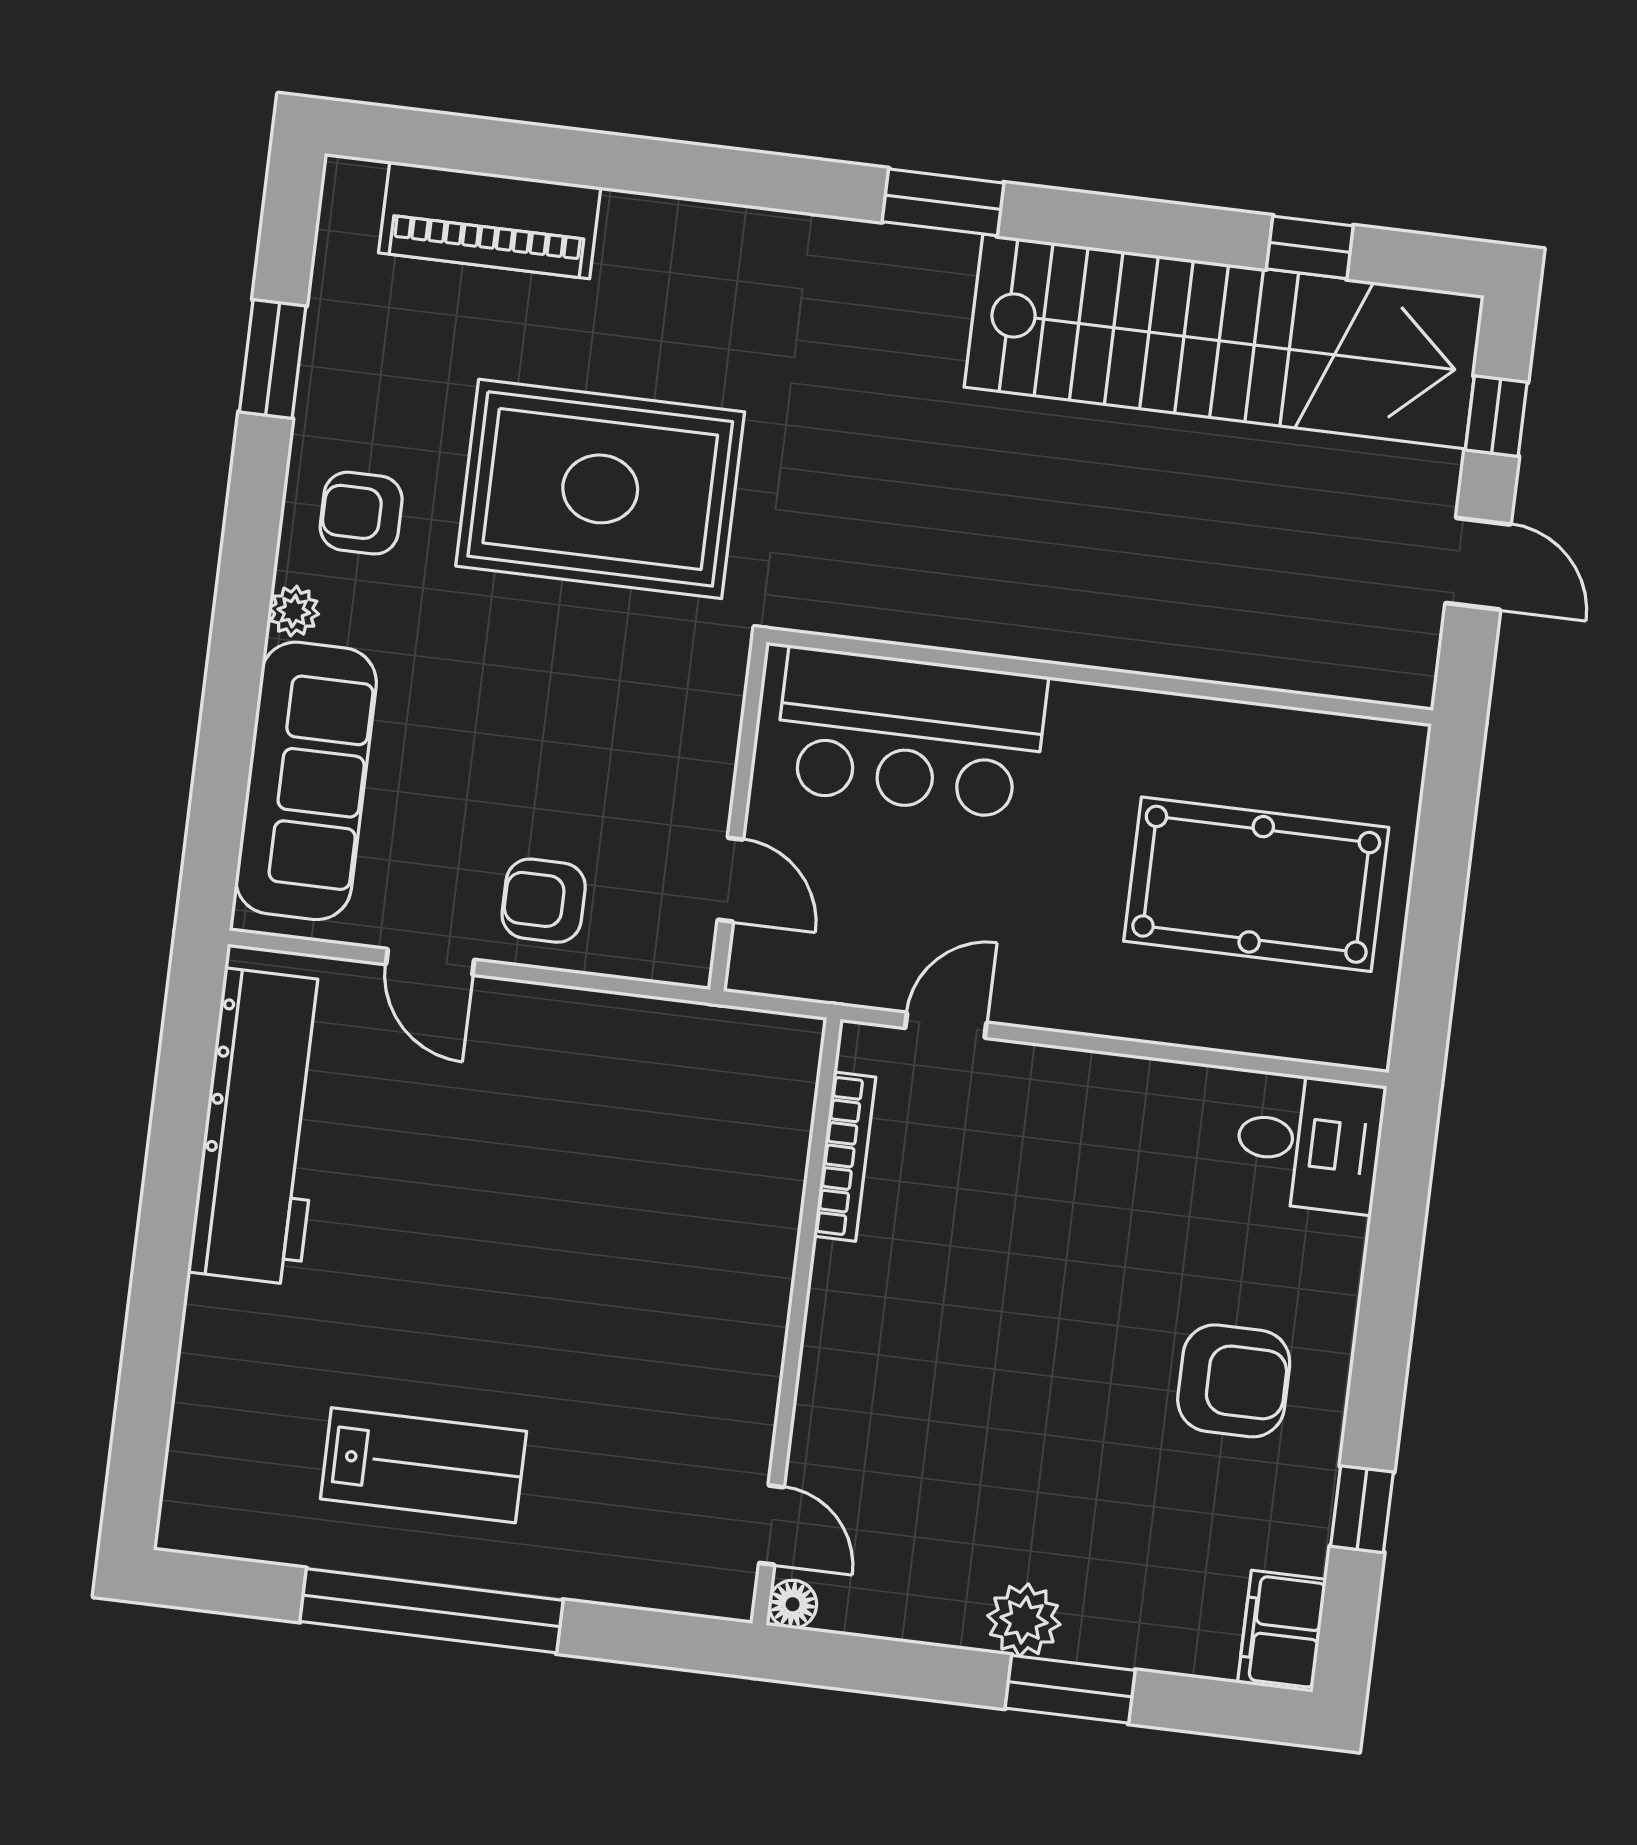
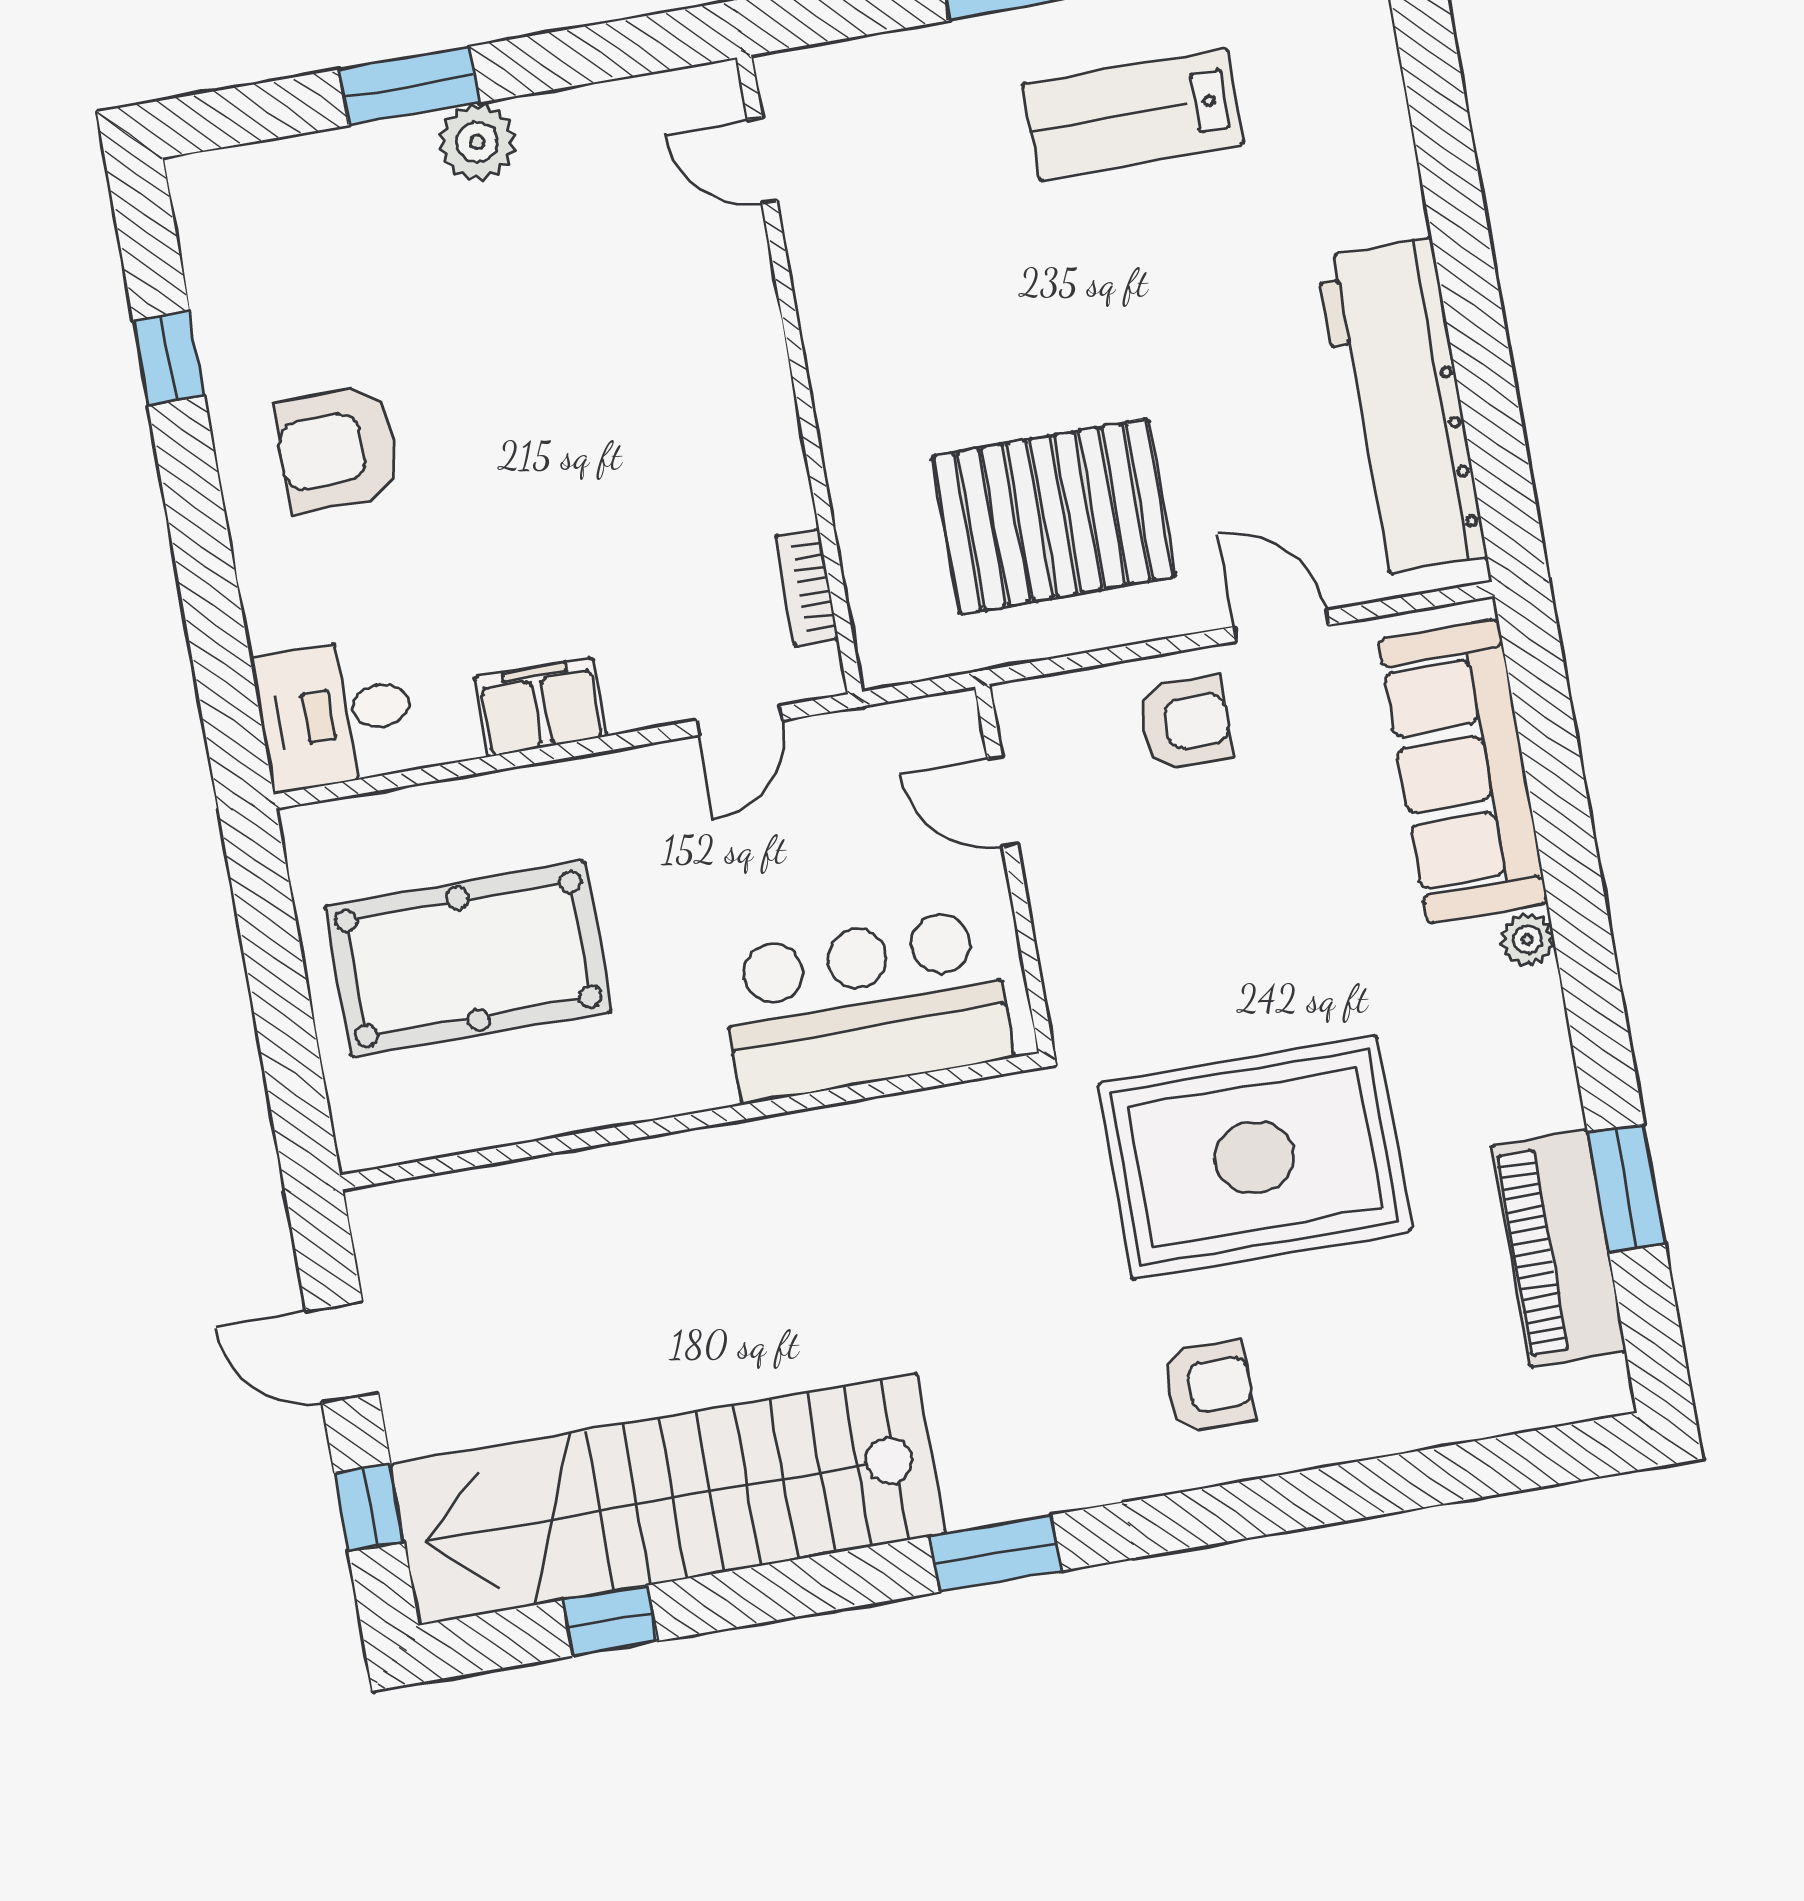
piano: (490, 220) -> (1559, 1248), moved, turned -90
armchair: (361, 513) -> (1208, 1386), moved
pallet: (606, 1123) -> (1054, 516), added
bookcase: (845, 1157) -> (807, 587), width x0.64
floor lamp: (793, 1604) -> (716, 87), removed
filing cabinet: (1282, 1631) -> (540, 707), moved, turned -90

